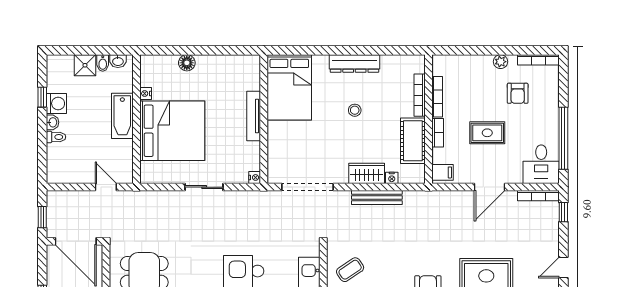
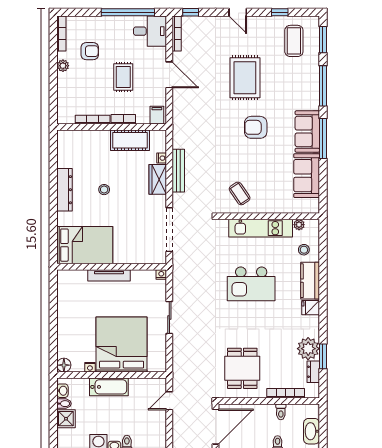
floor lamp: (187, 63) -> (64, 365), moved
bookcase: (420, 95) -> (91, 134), removed

